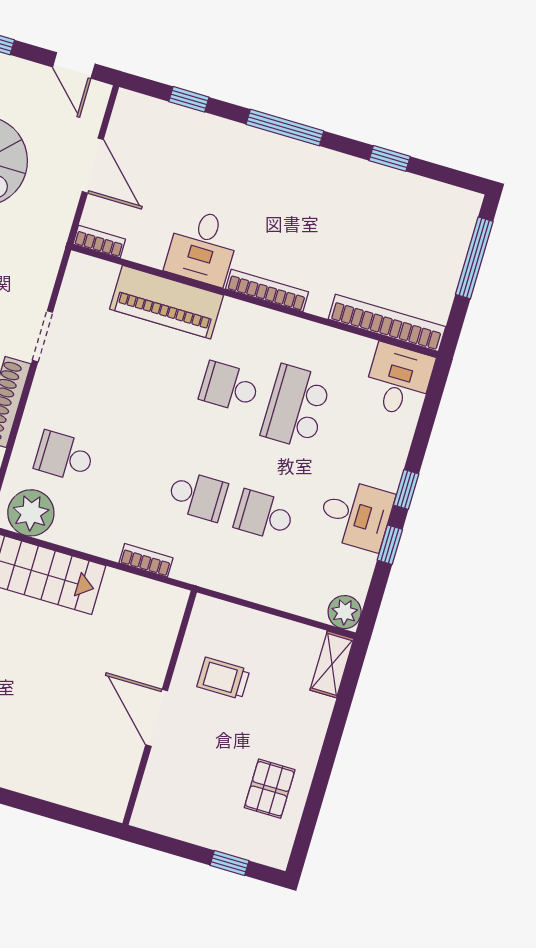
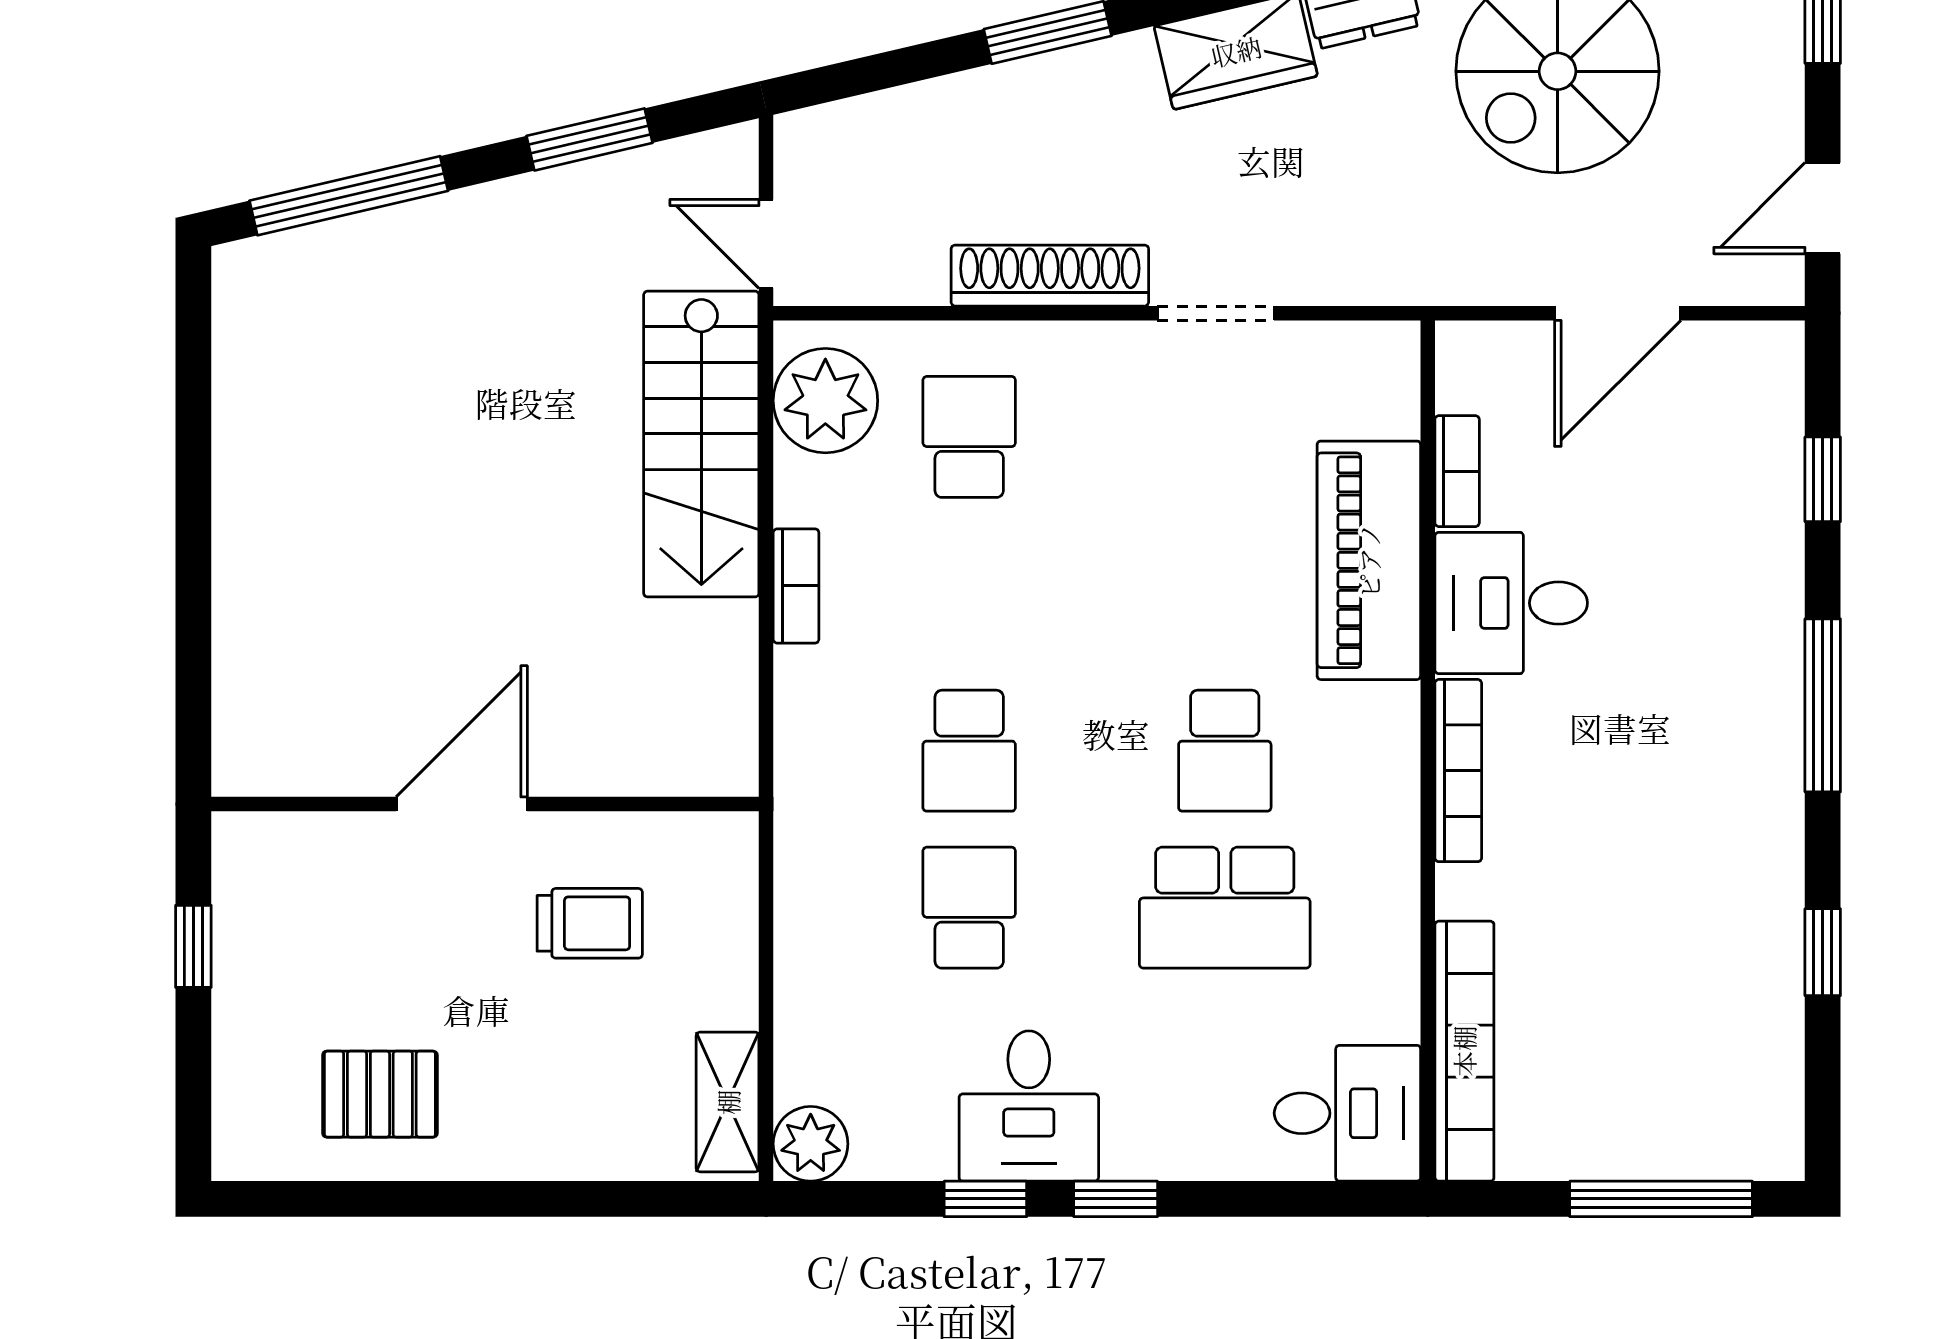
bookcase: (99, 242) -> (1457, 471), moved
school desk: (229, 387) -> (1225, 751), turned 180
school desk: (296, 407) -> (1225, 908), turned 180
bookcase: (146, 560) -> (796, 586), moved
shelving: (332, 664) -> (728, 1102), moved, turned 90
trolley: (223, 678) -> (590, 923), turned 90
window: (230, 863) -> (193, 946), moved

